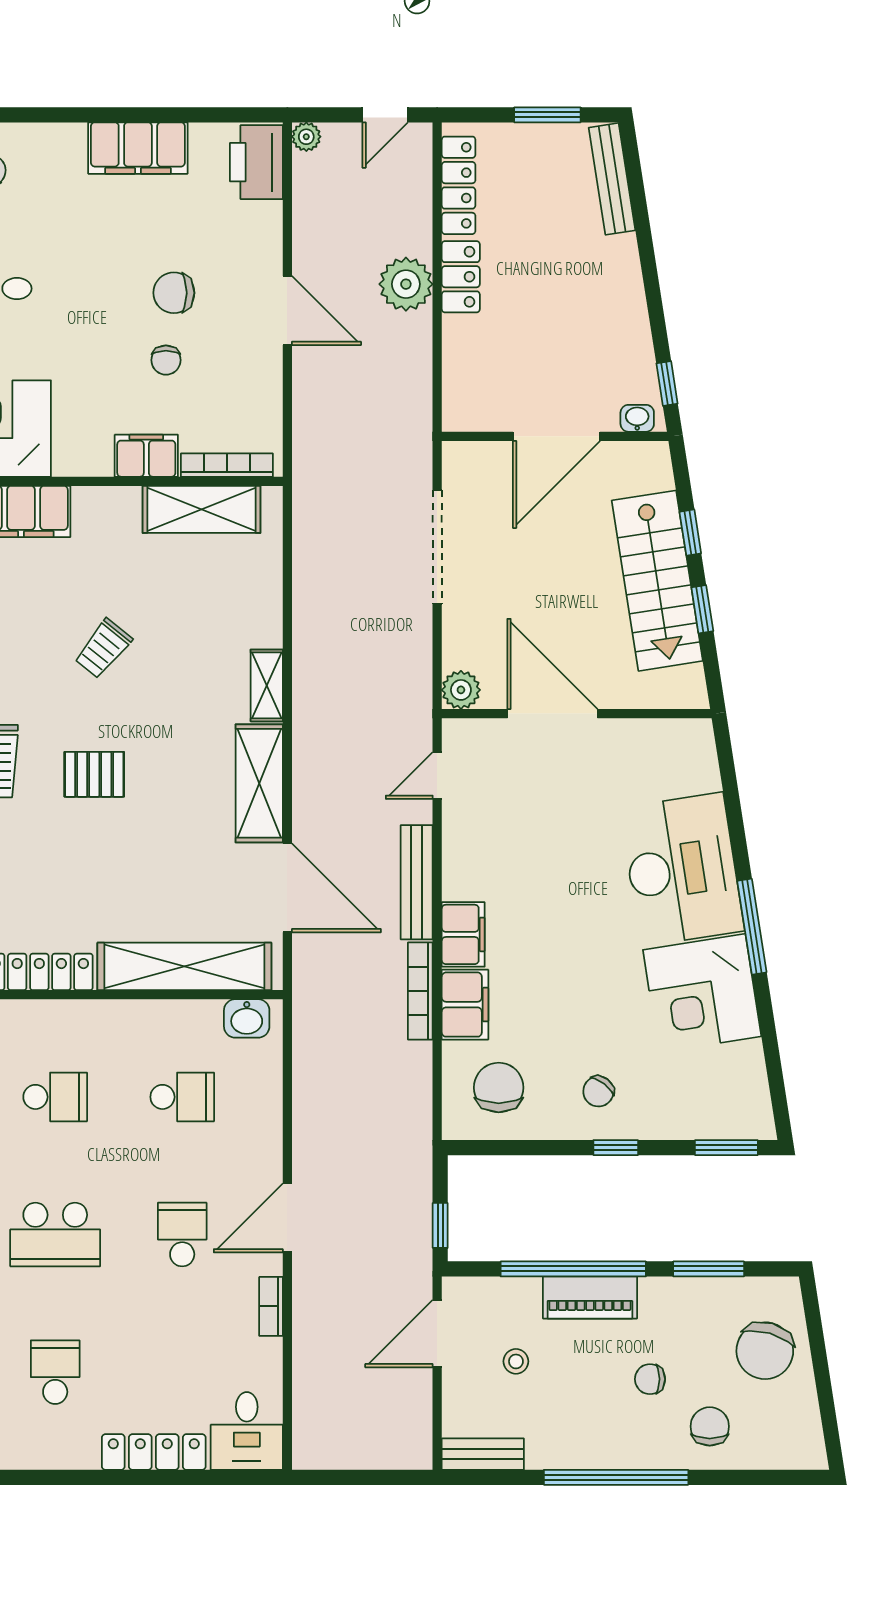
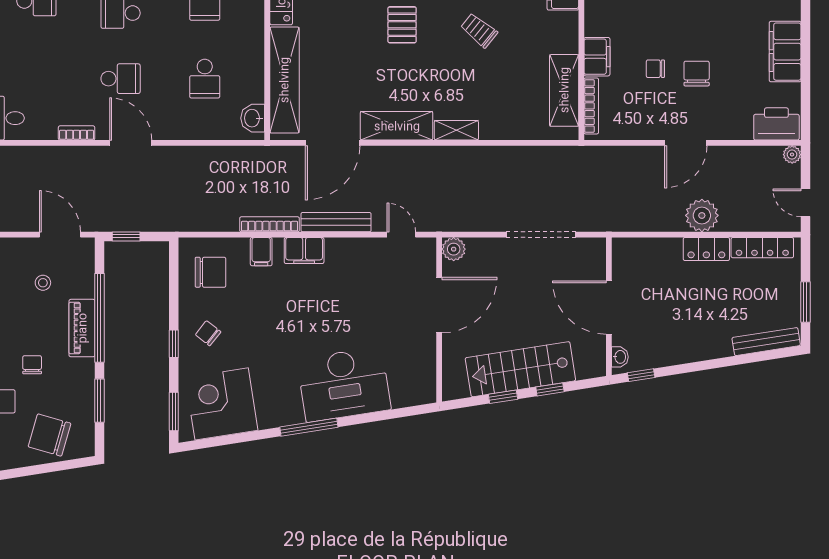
corner desk: (702, 993) -> (222, 404), moved
filing cabinet: (465, 1005) -> (261, 252), width x0.50

